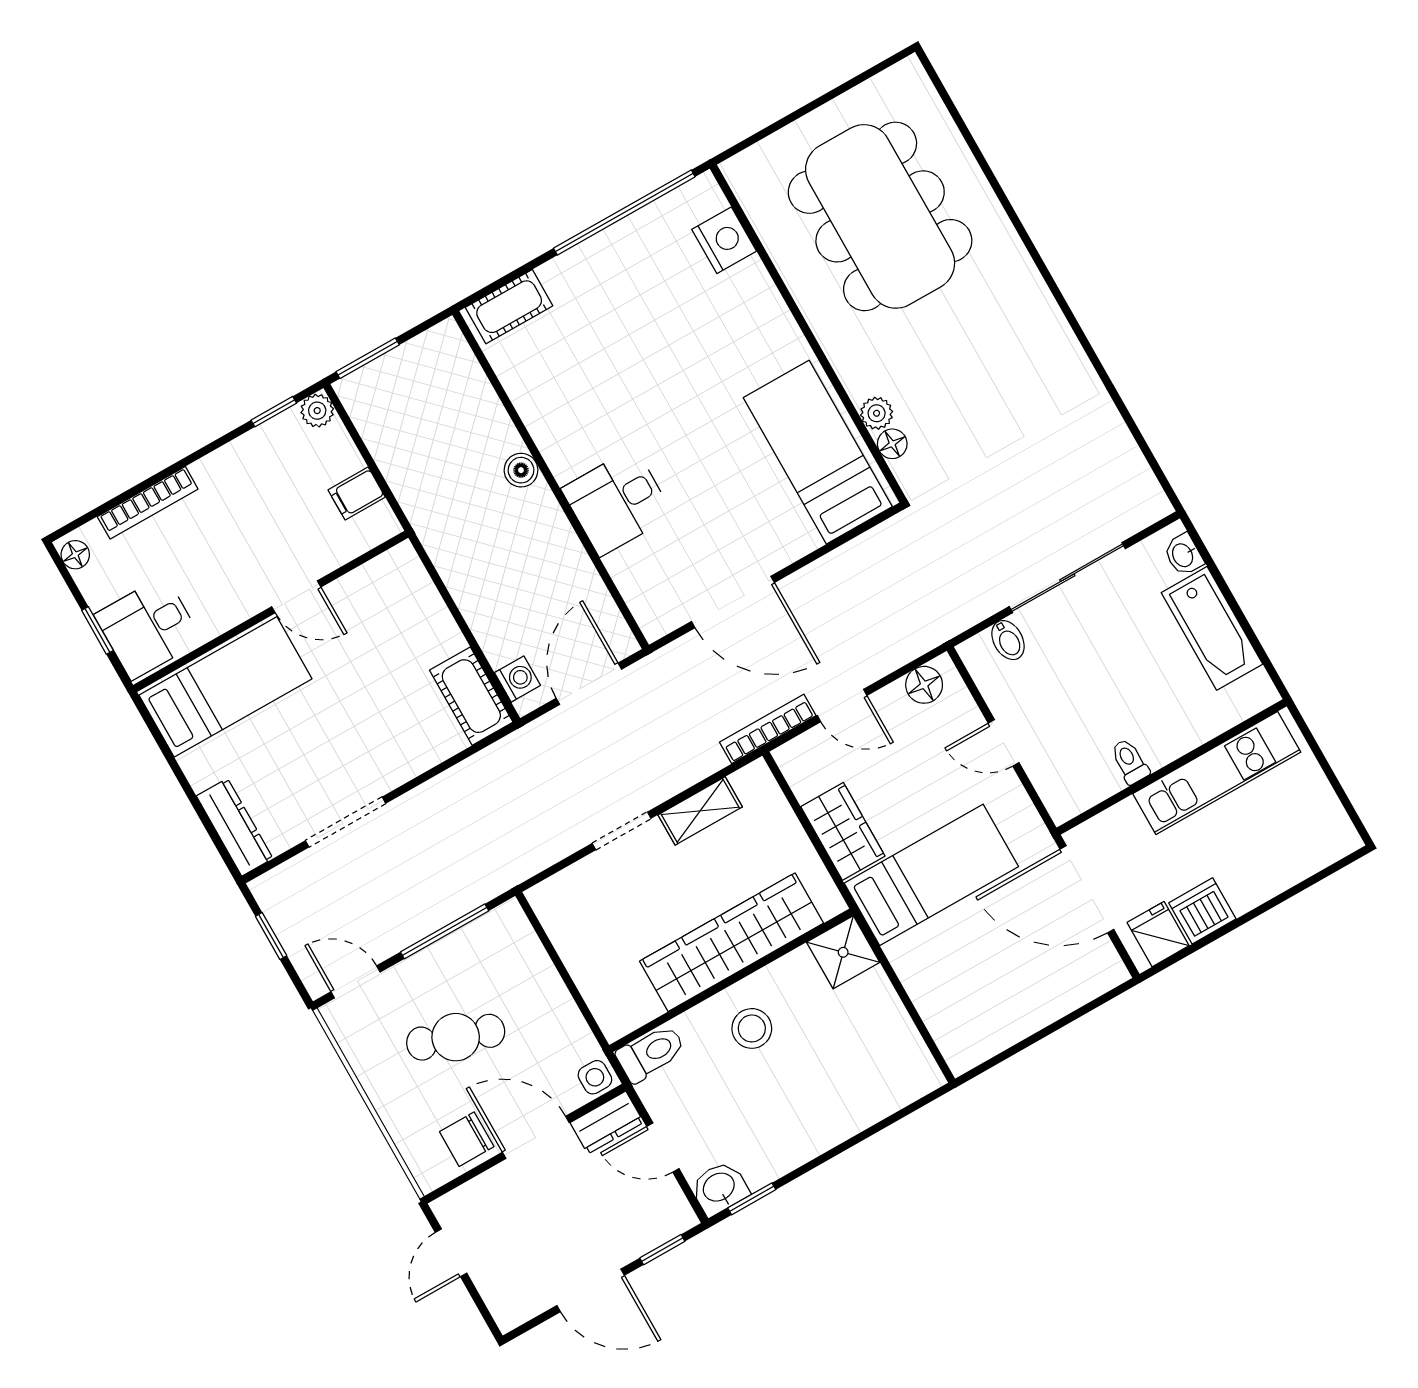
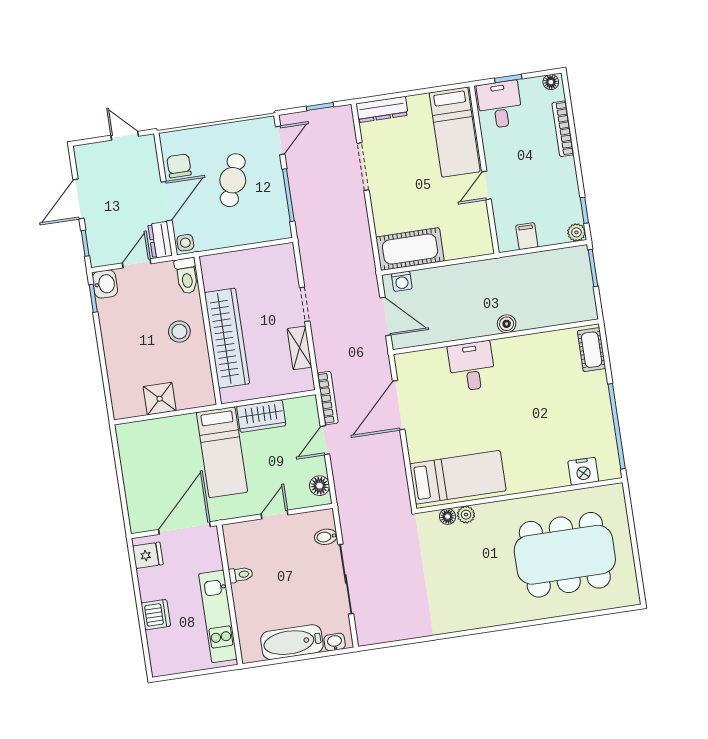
cot: (471, 696) -> (410, 249), width x1.37, depth x1.34
dishwasher: (1202, 911) -> (156, 615), moved
shower: (843, 952) -> (160, 399), moved

